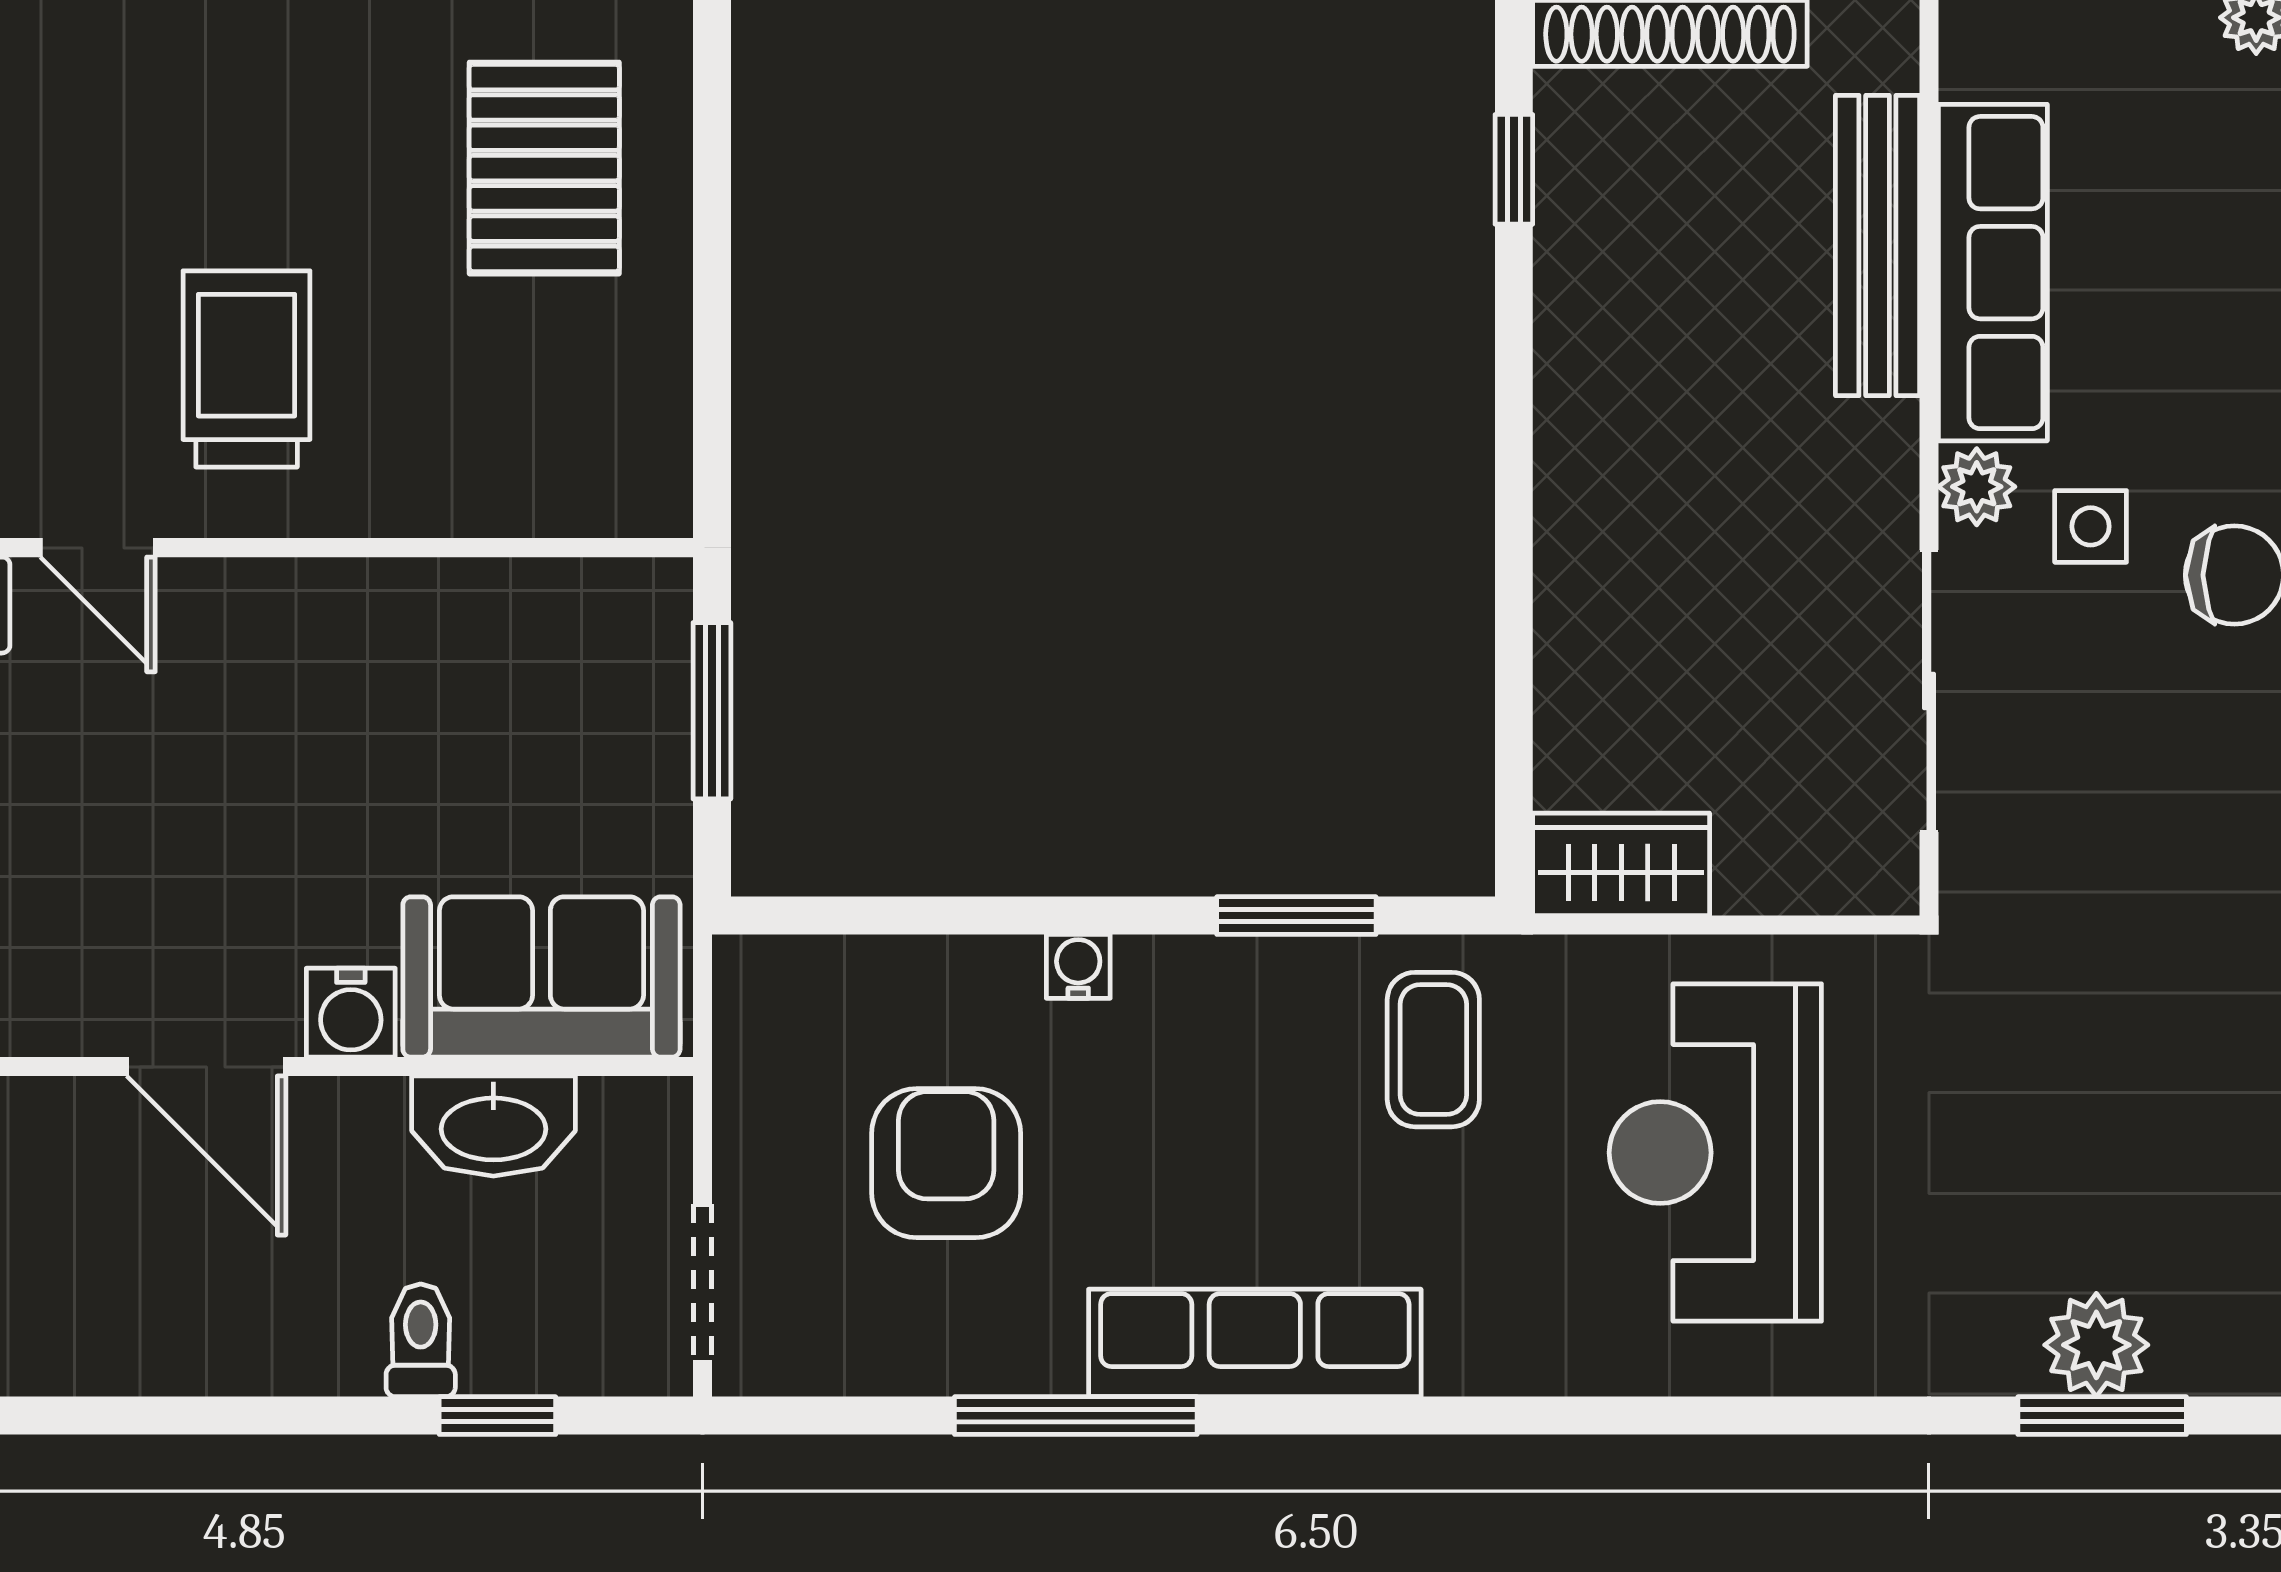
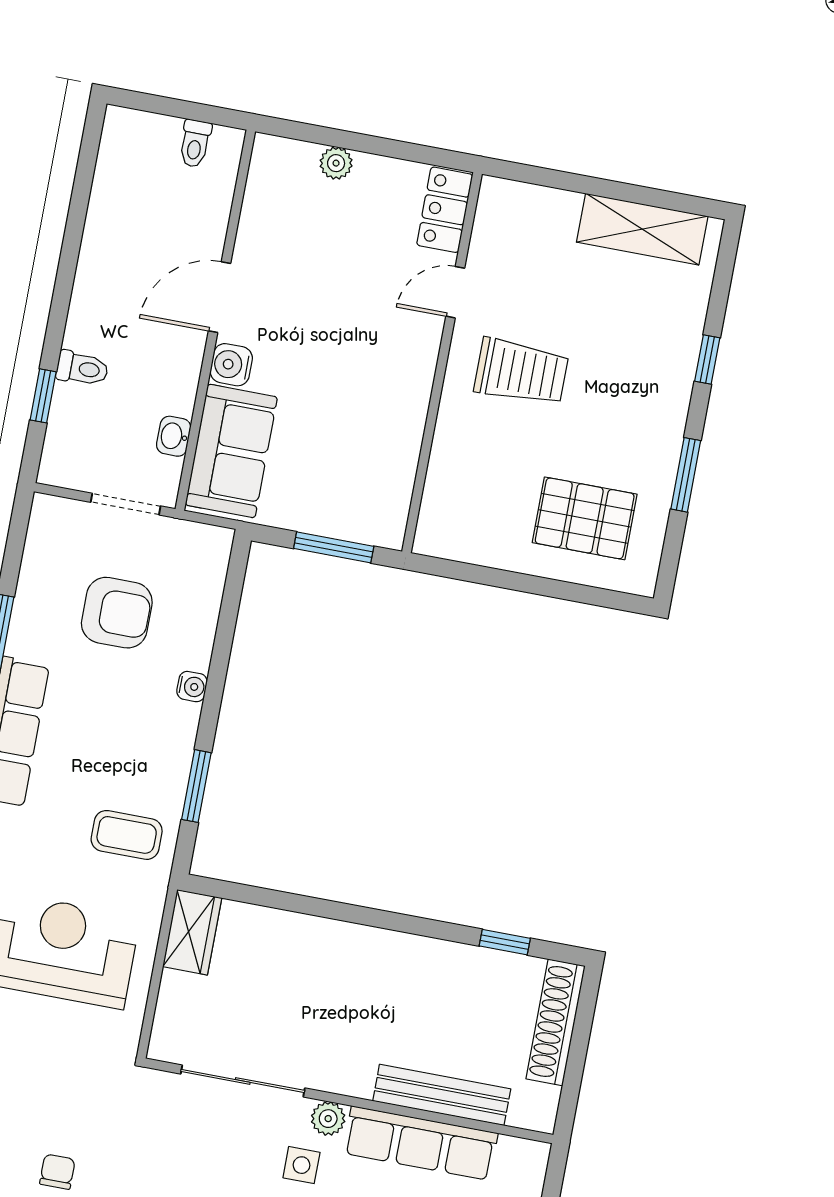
chair: (2206, 1063) -> (57, 1172), added
washbasin: (493, 1126) -> (174, 436), width x0.52, depth x0.69
doorway: (703, 1283) -> (126, 504), moved

